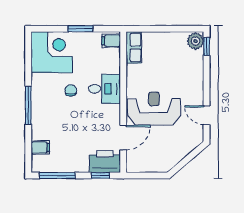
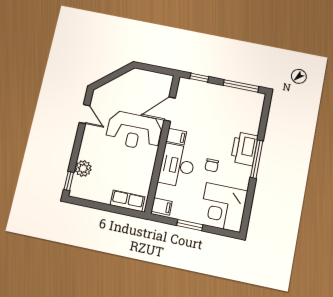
plant: (195, 41) -> (83, 168), moved
row of seats: (134, 47) -> (128, 201), moved, turned 90
desk: (104, 89) -> (177, 165), width x1.37
filing cabinet: (40, 147) -> (176, 137), moved, turned 180
printer: (105, 162) -> (244, 149), moved, turned 90

